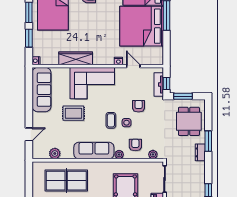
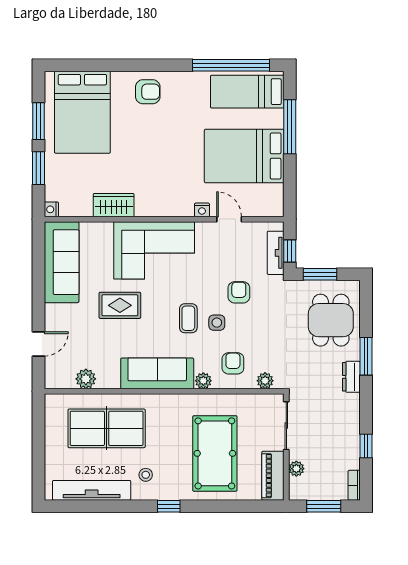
bed: (142, 26) -> (244, 156), width x0.73
wardrobe: (76, 58) -> (114, 205), width x0.67

